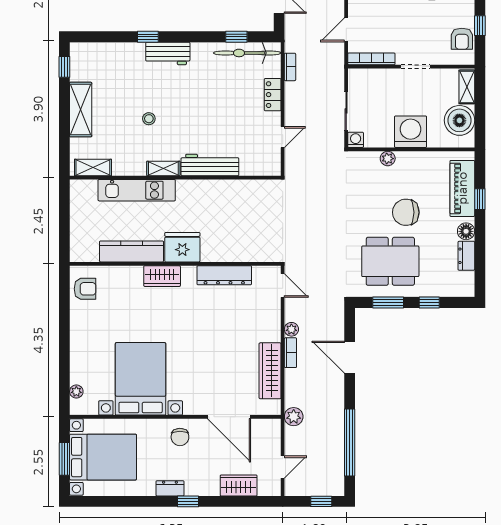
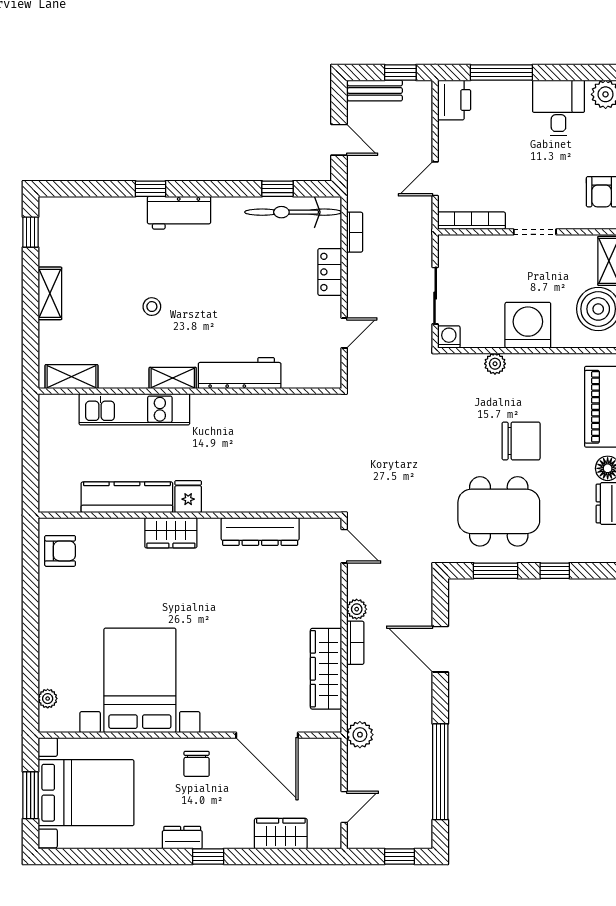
shelving: (81, 110) -> (50, 293), width x0.67, depth x0.75
chair: (406, 212) -> (521, 441), turned 180
fridge: (182, 247) -> (188, 497), width x0.53, depth x0.75

